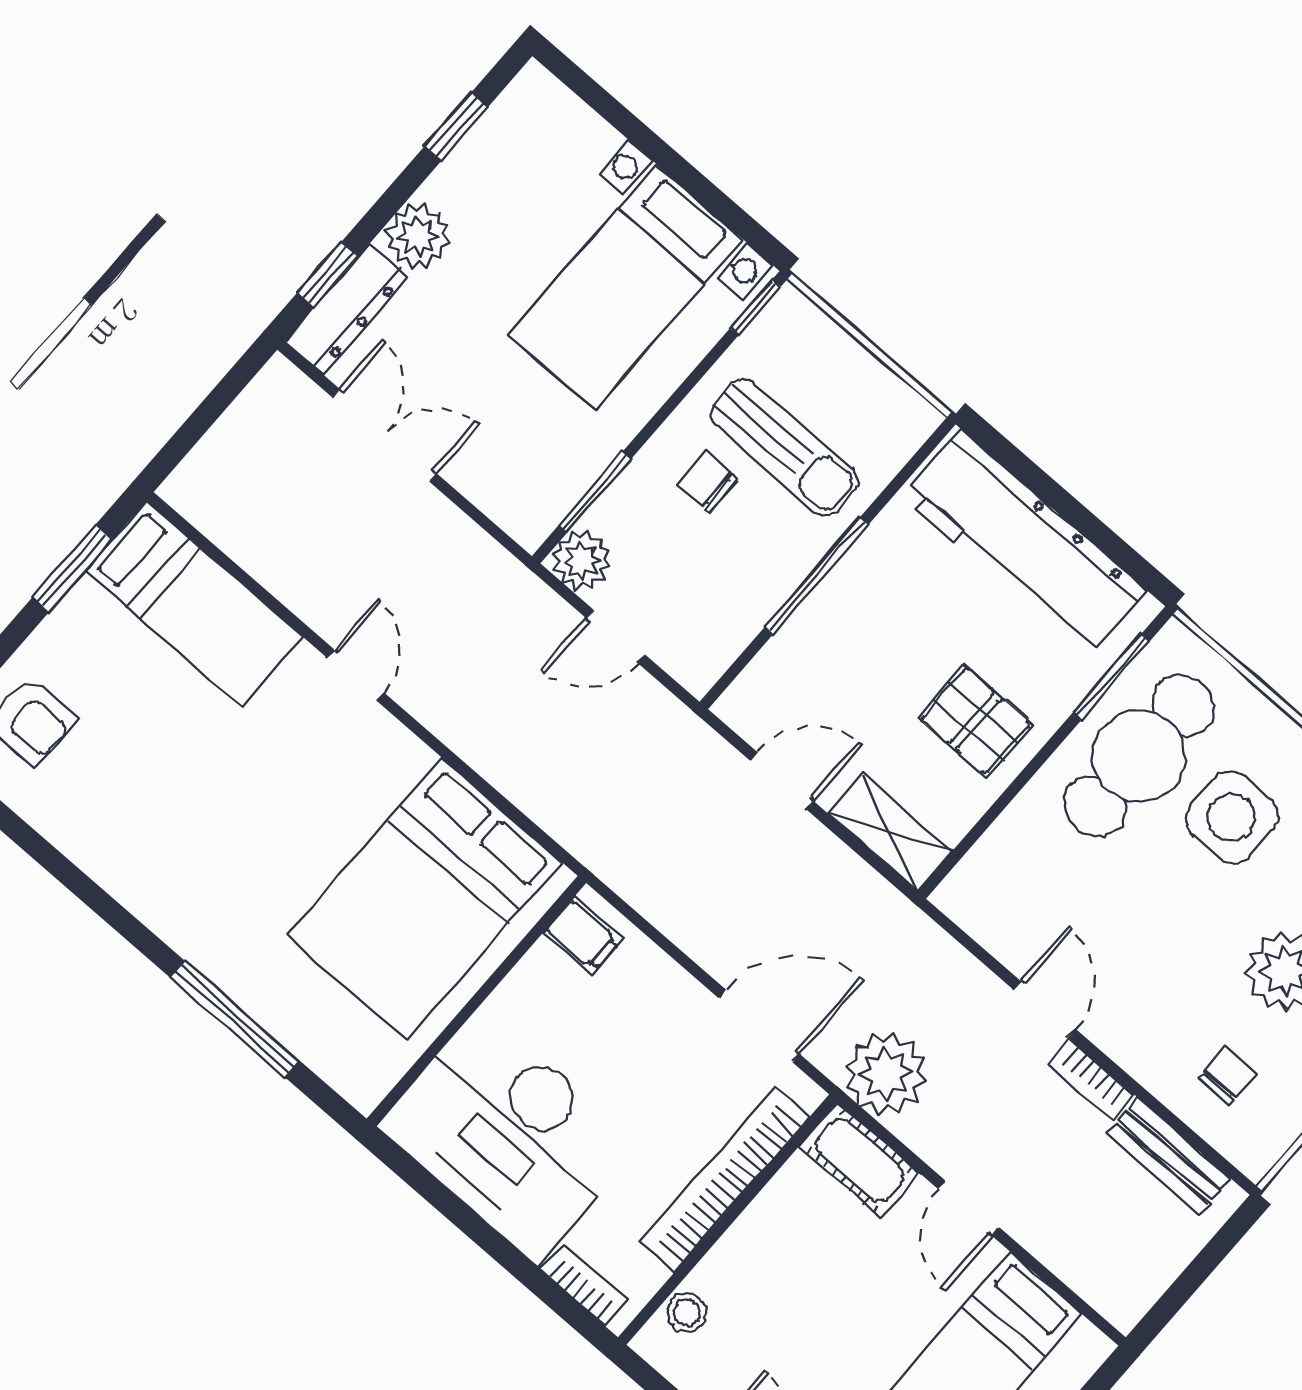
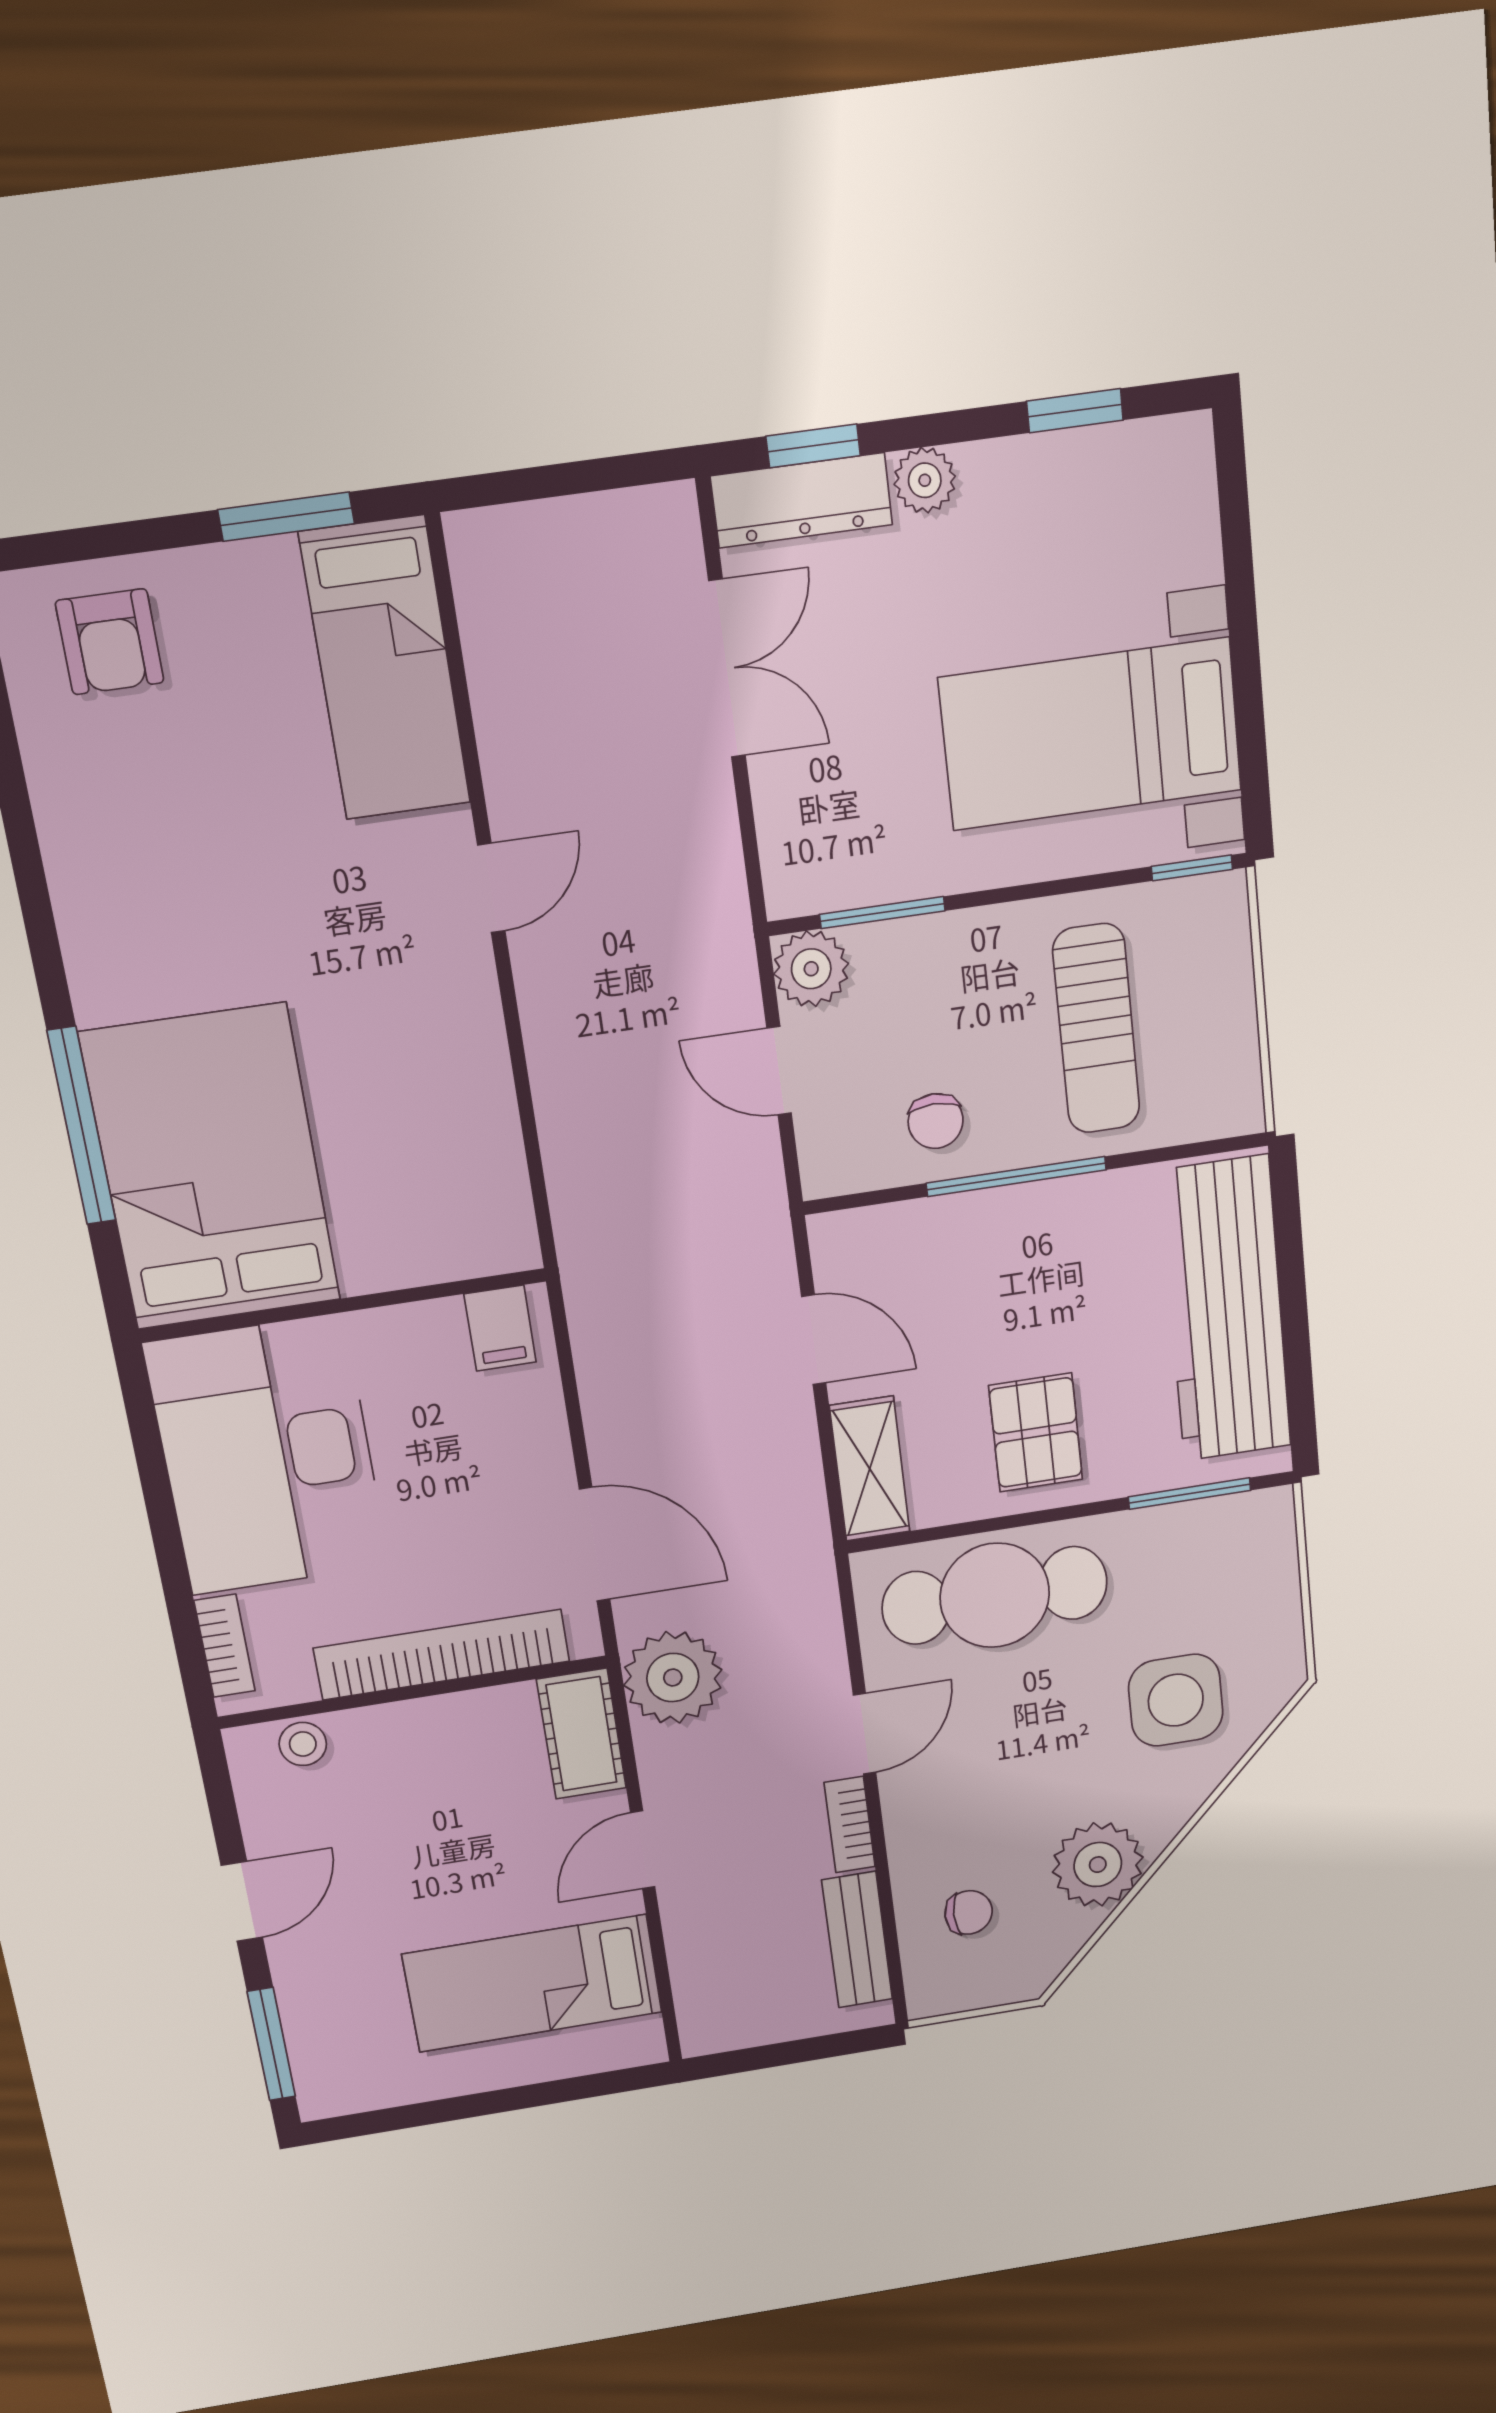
plant: (418, 236) -> (925, 480), width x0.73, depth x0.73
chair: (708, 482) -> (936, 1121), moved, turned 180
cafe table: (1139, 756) -> (995, 1595), moved
bed: (424, 899) -> (211, 1168), moved, turned 90

